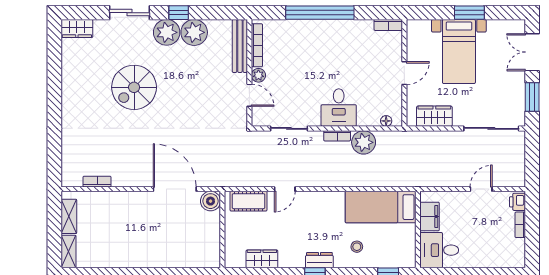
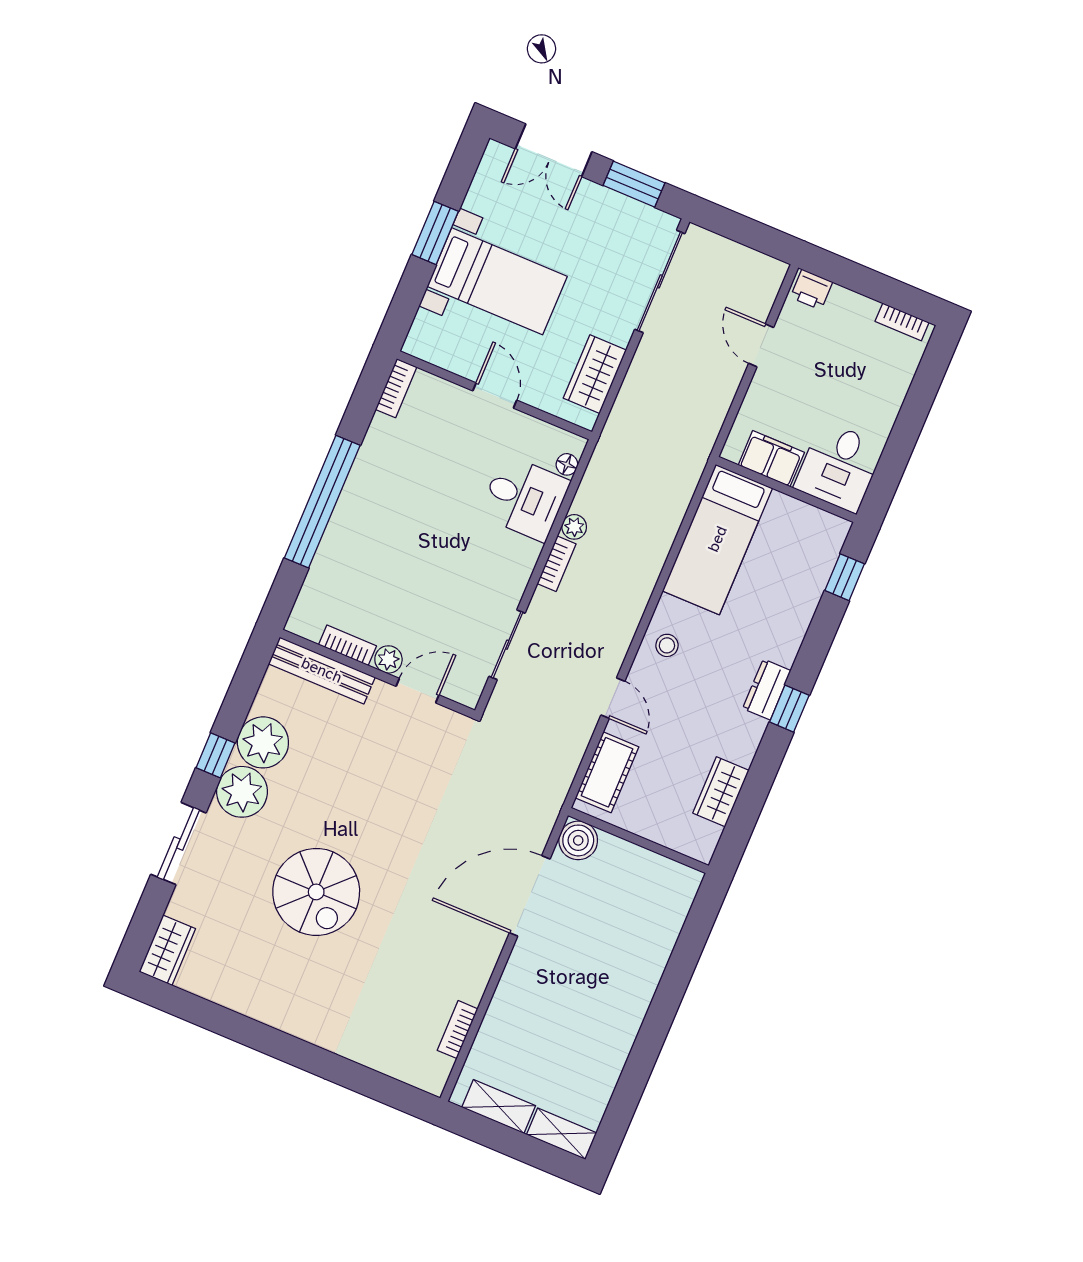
bookcase: (257, 45) -> (347, 645), width x0.64
desk: (339, 108) -> (525, 498), moved
plant: (364, 142) -> (574, 527), width x0.53, depth x0.53
bookcase: (520, 225) -> (902, 322), moved
stool: (357, 247) -> (667, 645), moved

